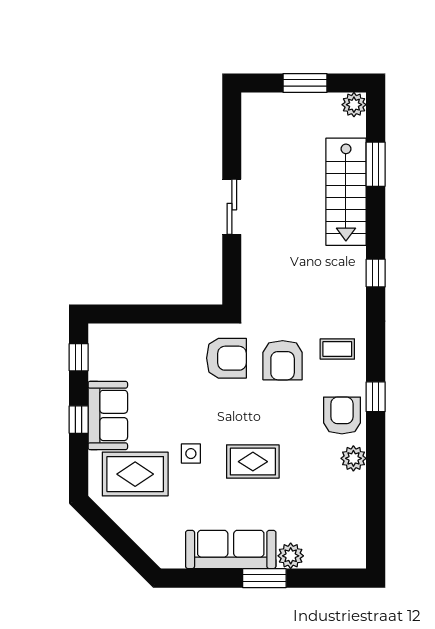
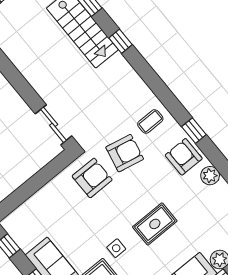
sliding door: (232, 207) -> (54, 125), moved
window: (376, 273) -> (121, 41), moved
armchair: (283, 360) -> (125, 153), turned -78

